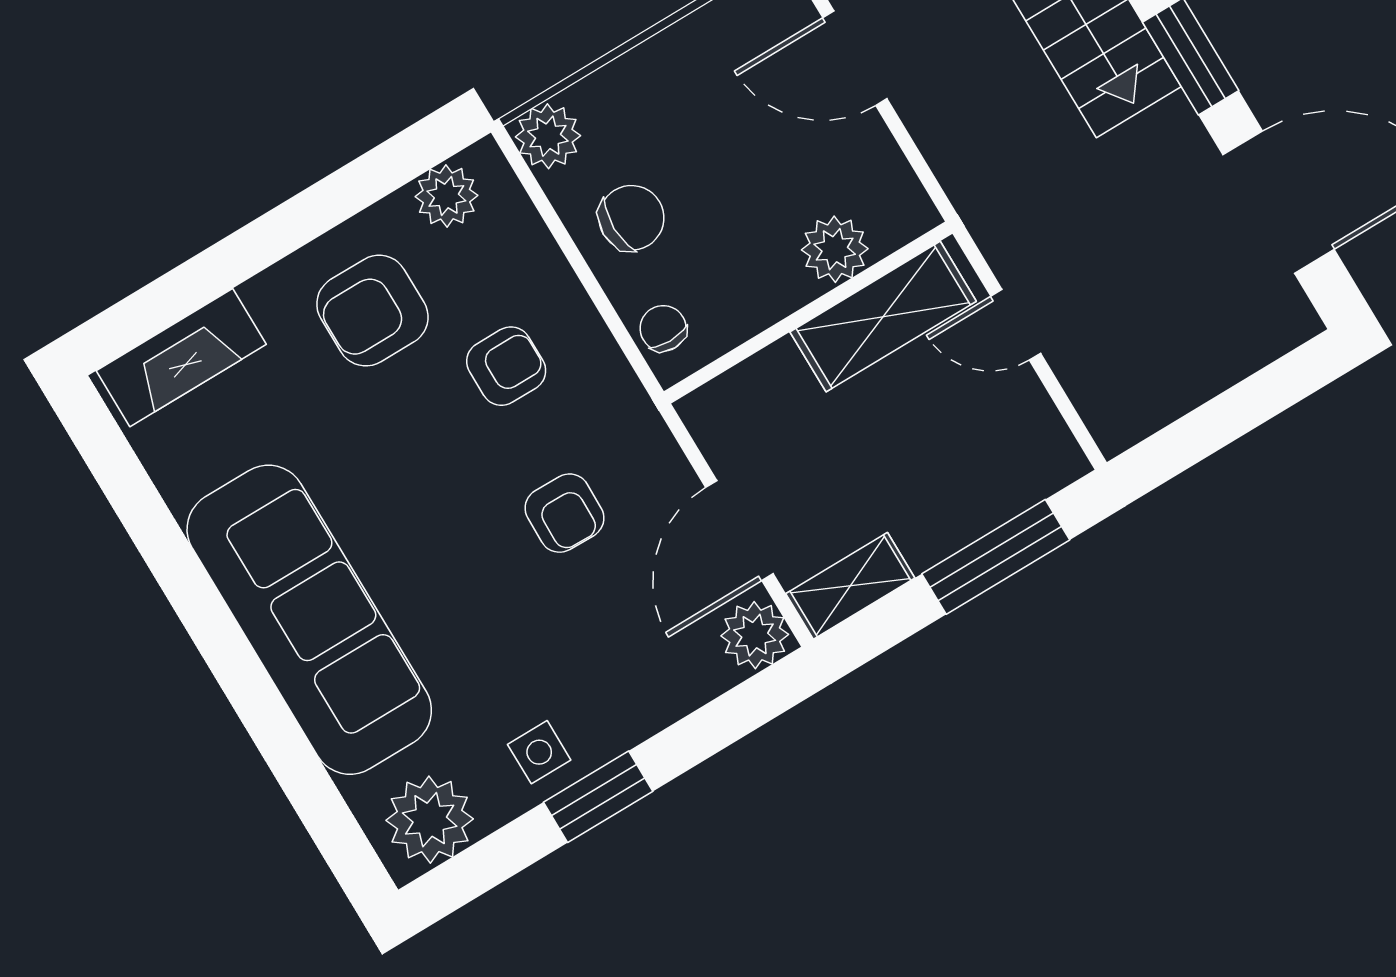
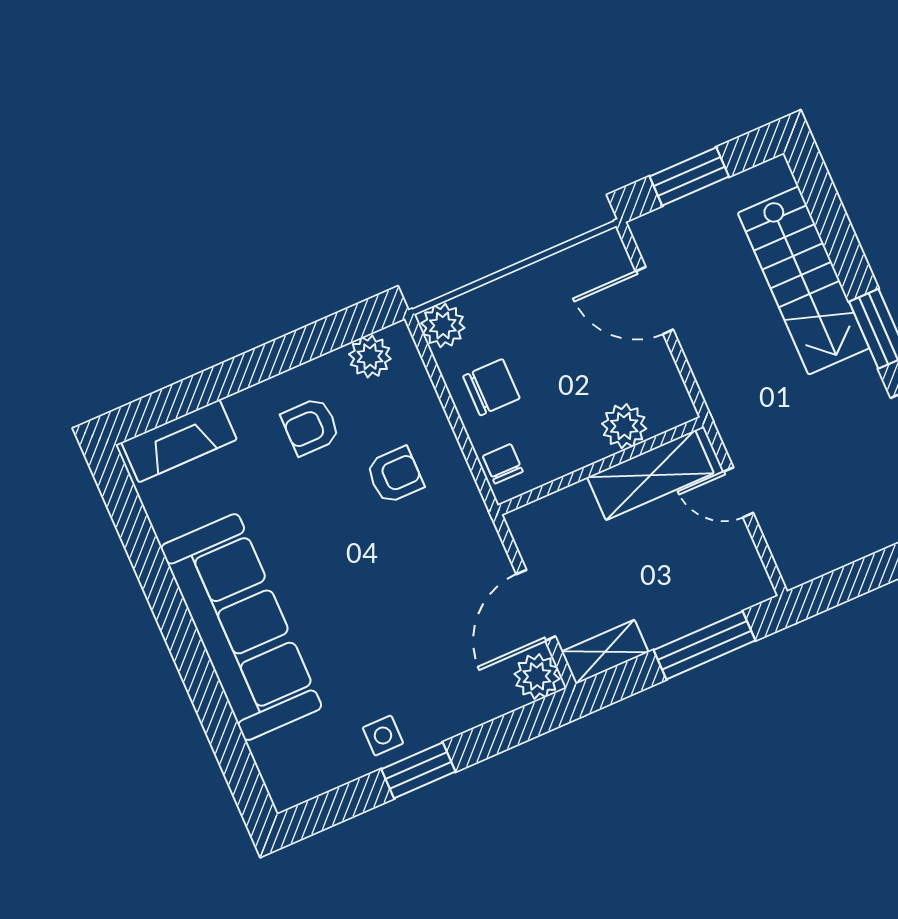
armchair: (372, 311) -> (311, 426), width x0.72, depth x0.72
armchair: (565, 513) -> (421, 578), removed
plant: (430, 820) -> (304, 771), removed

